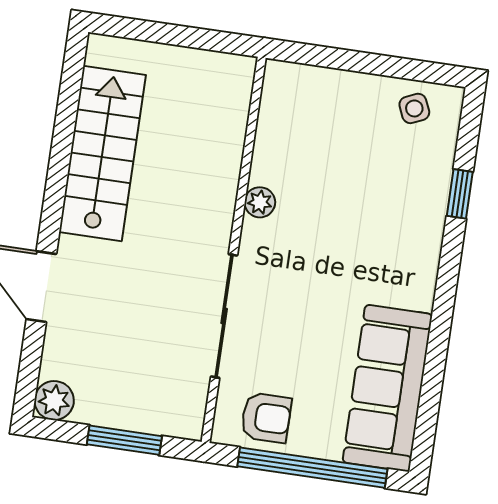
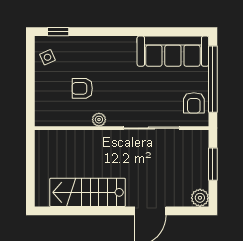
armchair: (334, 175) -> (82, 88), added
window: (460, 194) -> (58, 32), moved
armchair: (266, 418) -> (194, 103), turned 180

